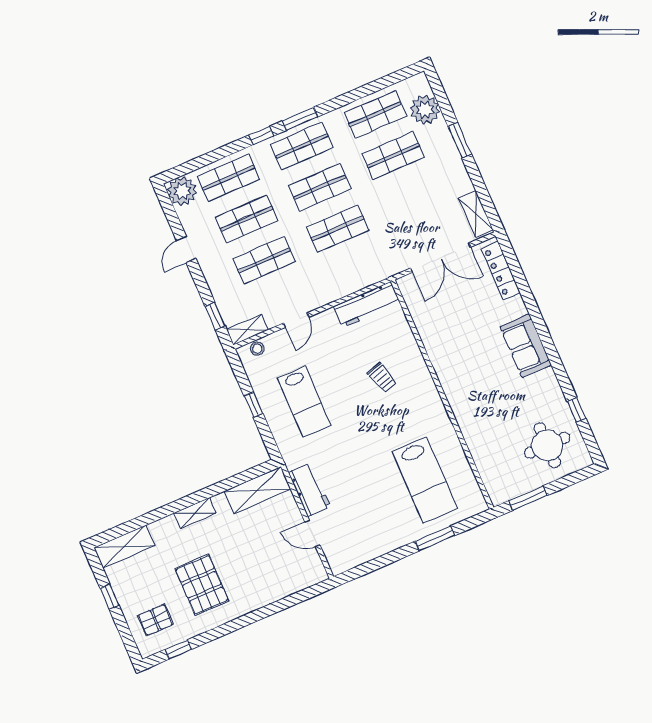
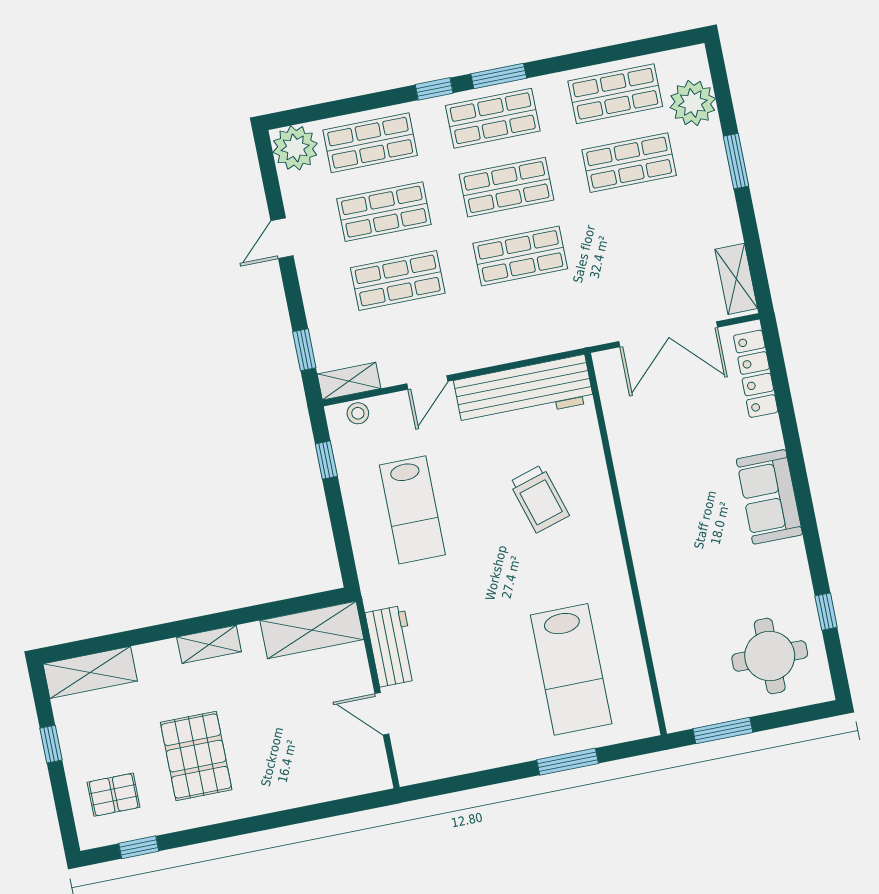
workbench: (367, 305) -> (524, 391), width x1.36, depth x1.32
trolley: (382, 378) -> (539, 499), width x1.36, depth x1.39
window: (253, 405) -> (326, 460), moved

